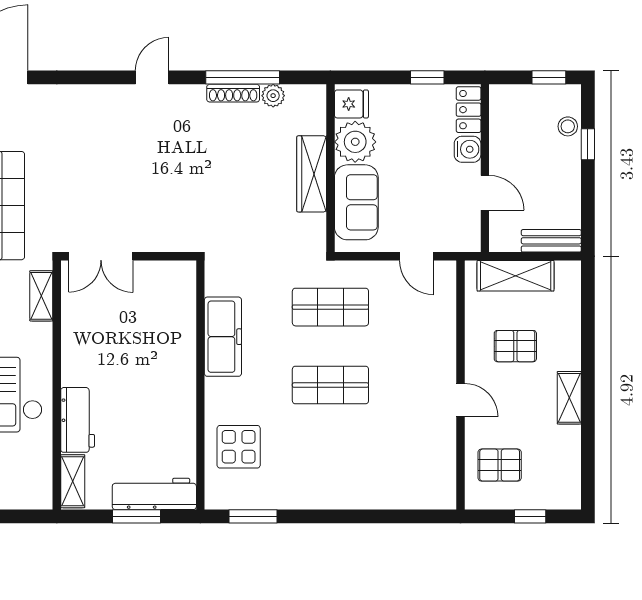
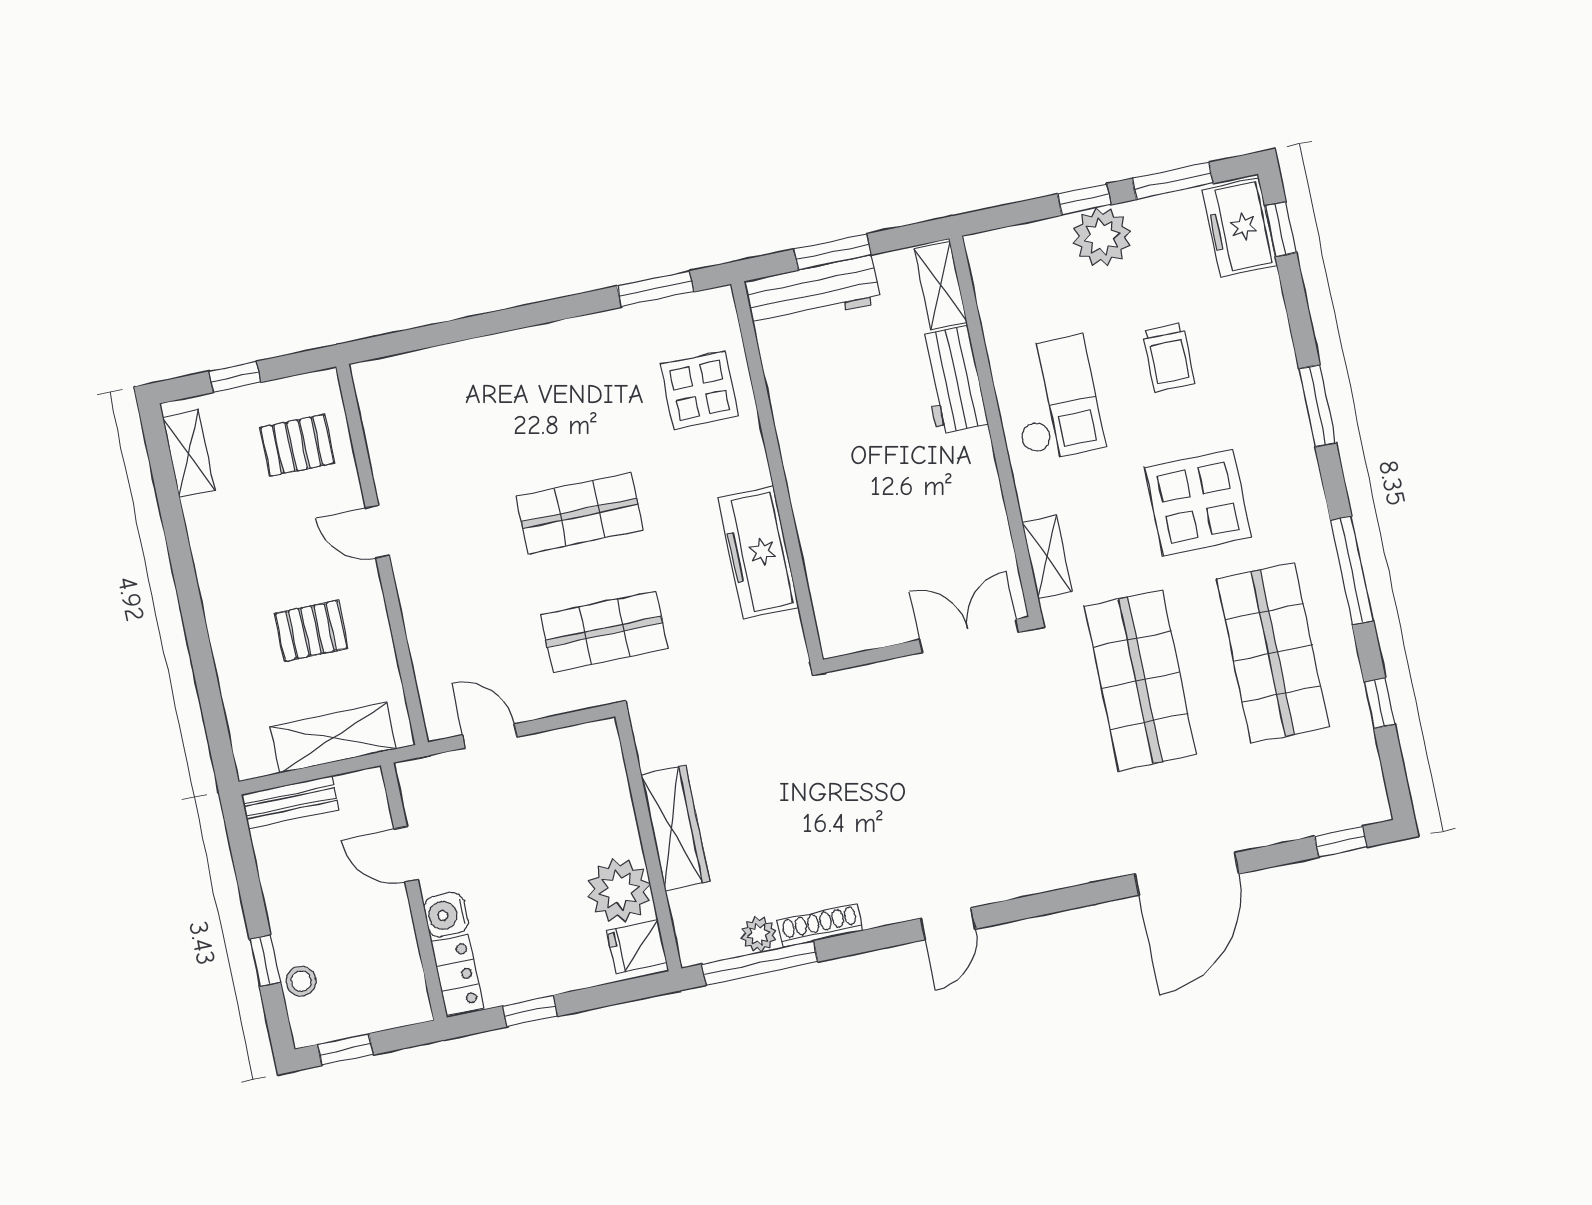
window: (243, 77) -> (760, 963), moved
sofa: (356, 202) -> (598, 799), removed
shelving: (569, 398) -> (189, 454), moved

